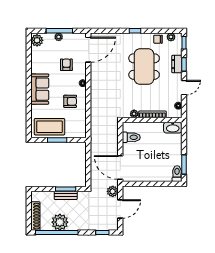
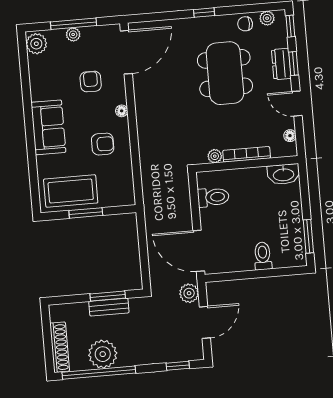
door: (184, 88) -> (297, 104), swing flipped
toilet: (177, 174) -> (263, 256), moved

